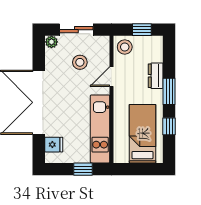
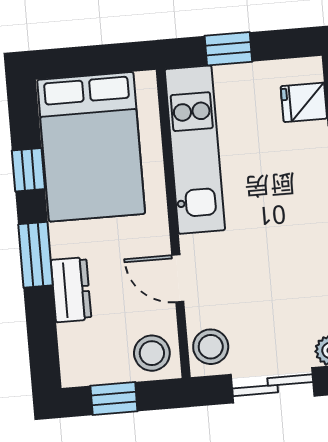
stool: (80, 62) -> (211, 347), moved
door: (112, 77) -> (178, 278), swing flipped
bed: (143, 134) -> (91, 147), width x1.50

